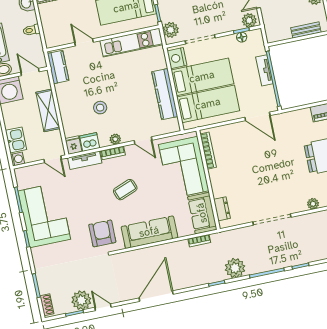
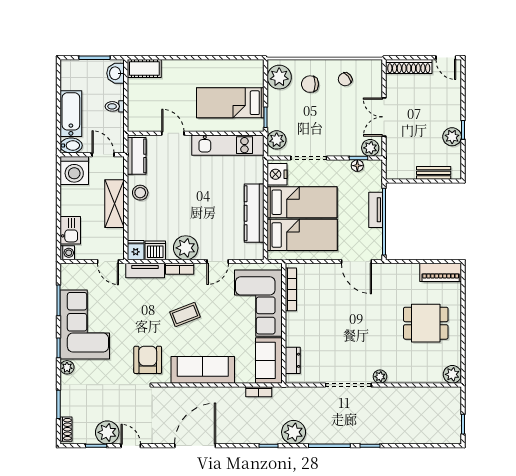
stool: (100, 108) -> (140, 193), moved
plant: (115, 139) -> (186, 248), width x1.88, depth x1.88
door: (143, 140) -> (218, 262), hinge flipped
plant: (313, 204) -> (380, 377), moved
plant: (37, 254) -> (67, 367), added

